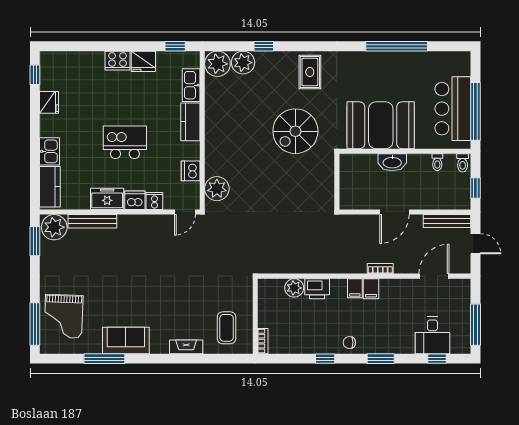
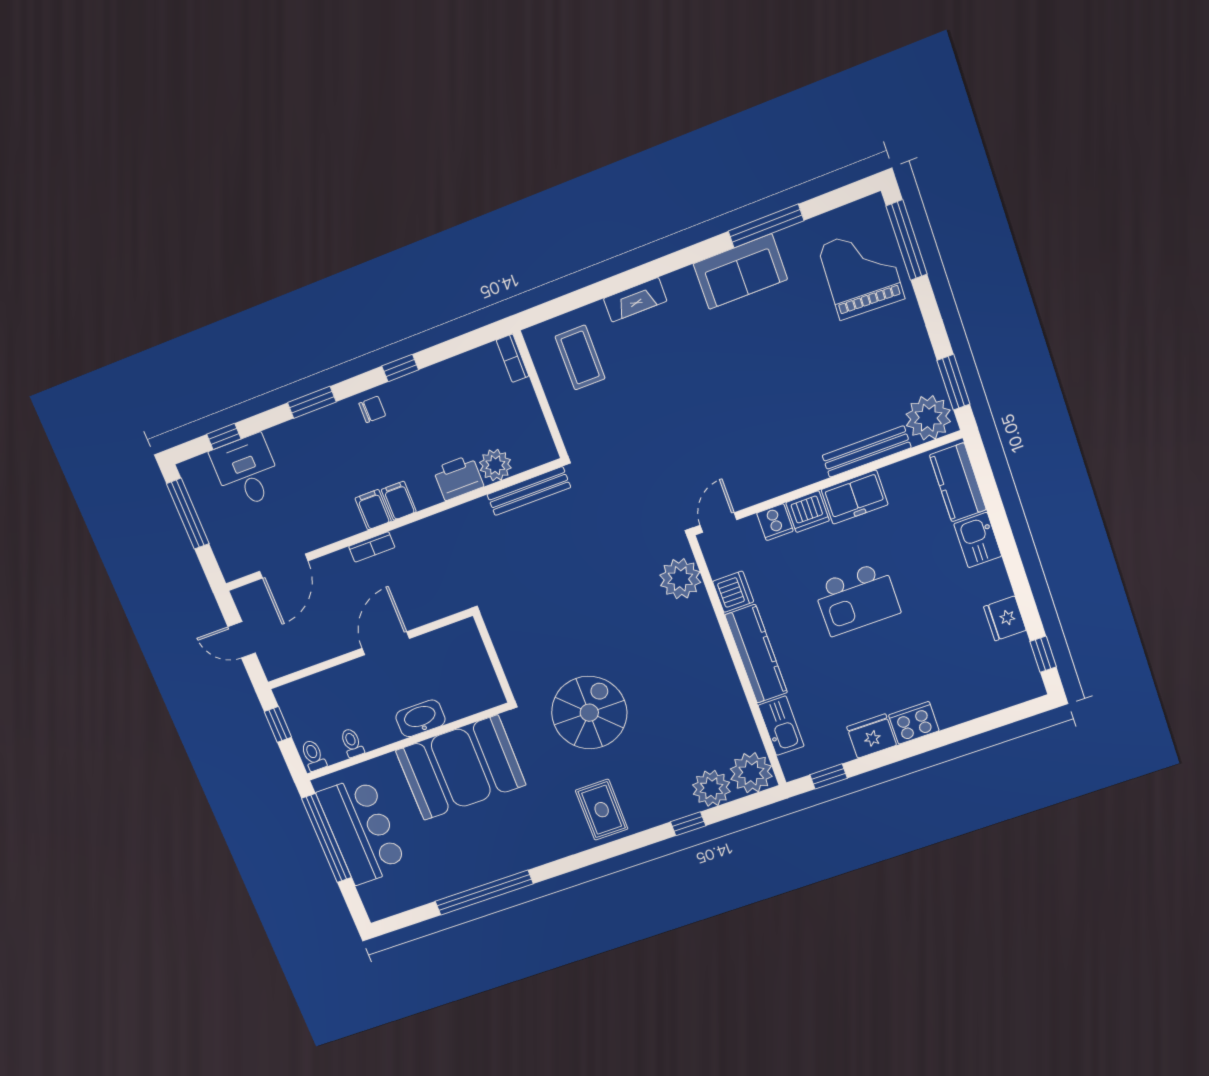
kitchen counter: (190, 122) -> (756, 654), width x1.50
bench: (447, 221) -> (529, 491), moved

